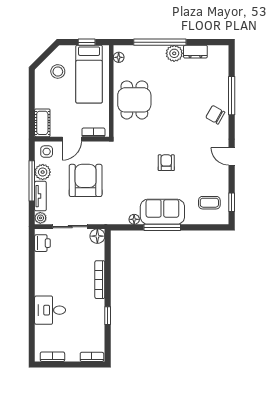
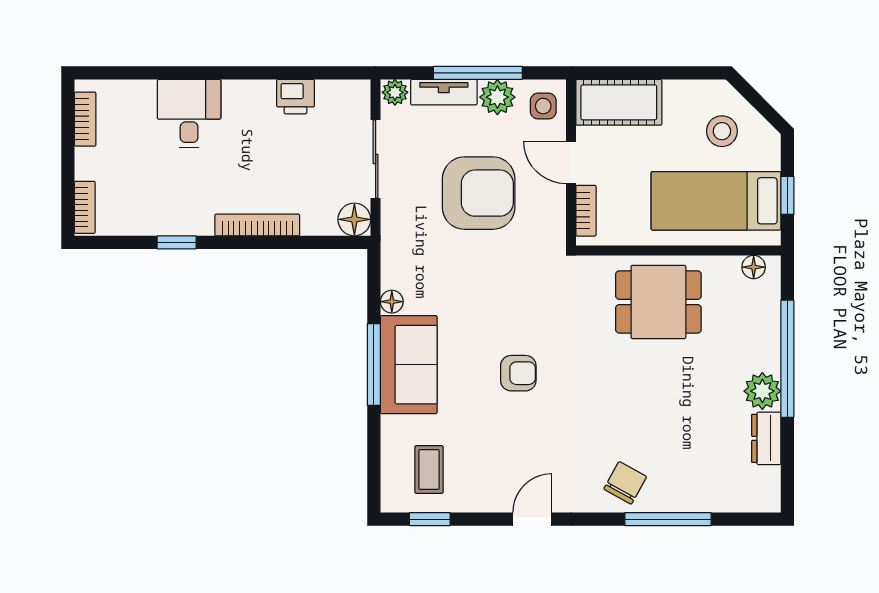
cot: (42, 123) -> (619, 102), width x1.37, depth x1.34
printer: (42, 243) -> (295, 97), moved

